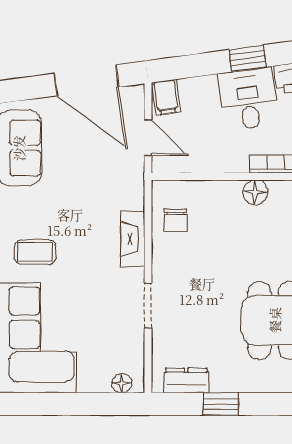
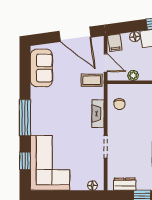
floor lamp: (206, 85) -> (135, 37), added
plant: (203, 163) -> (133, 75), added
coffee table: (35, 252) -> (92, 80), moved

